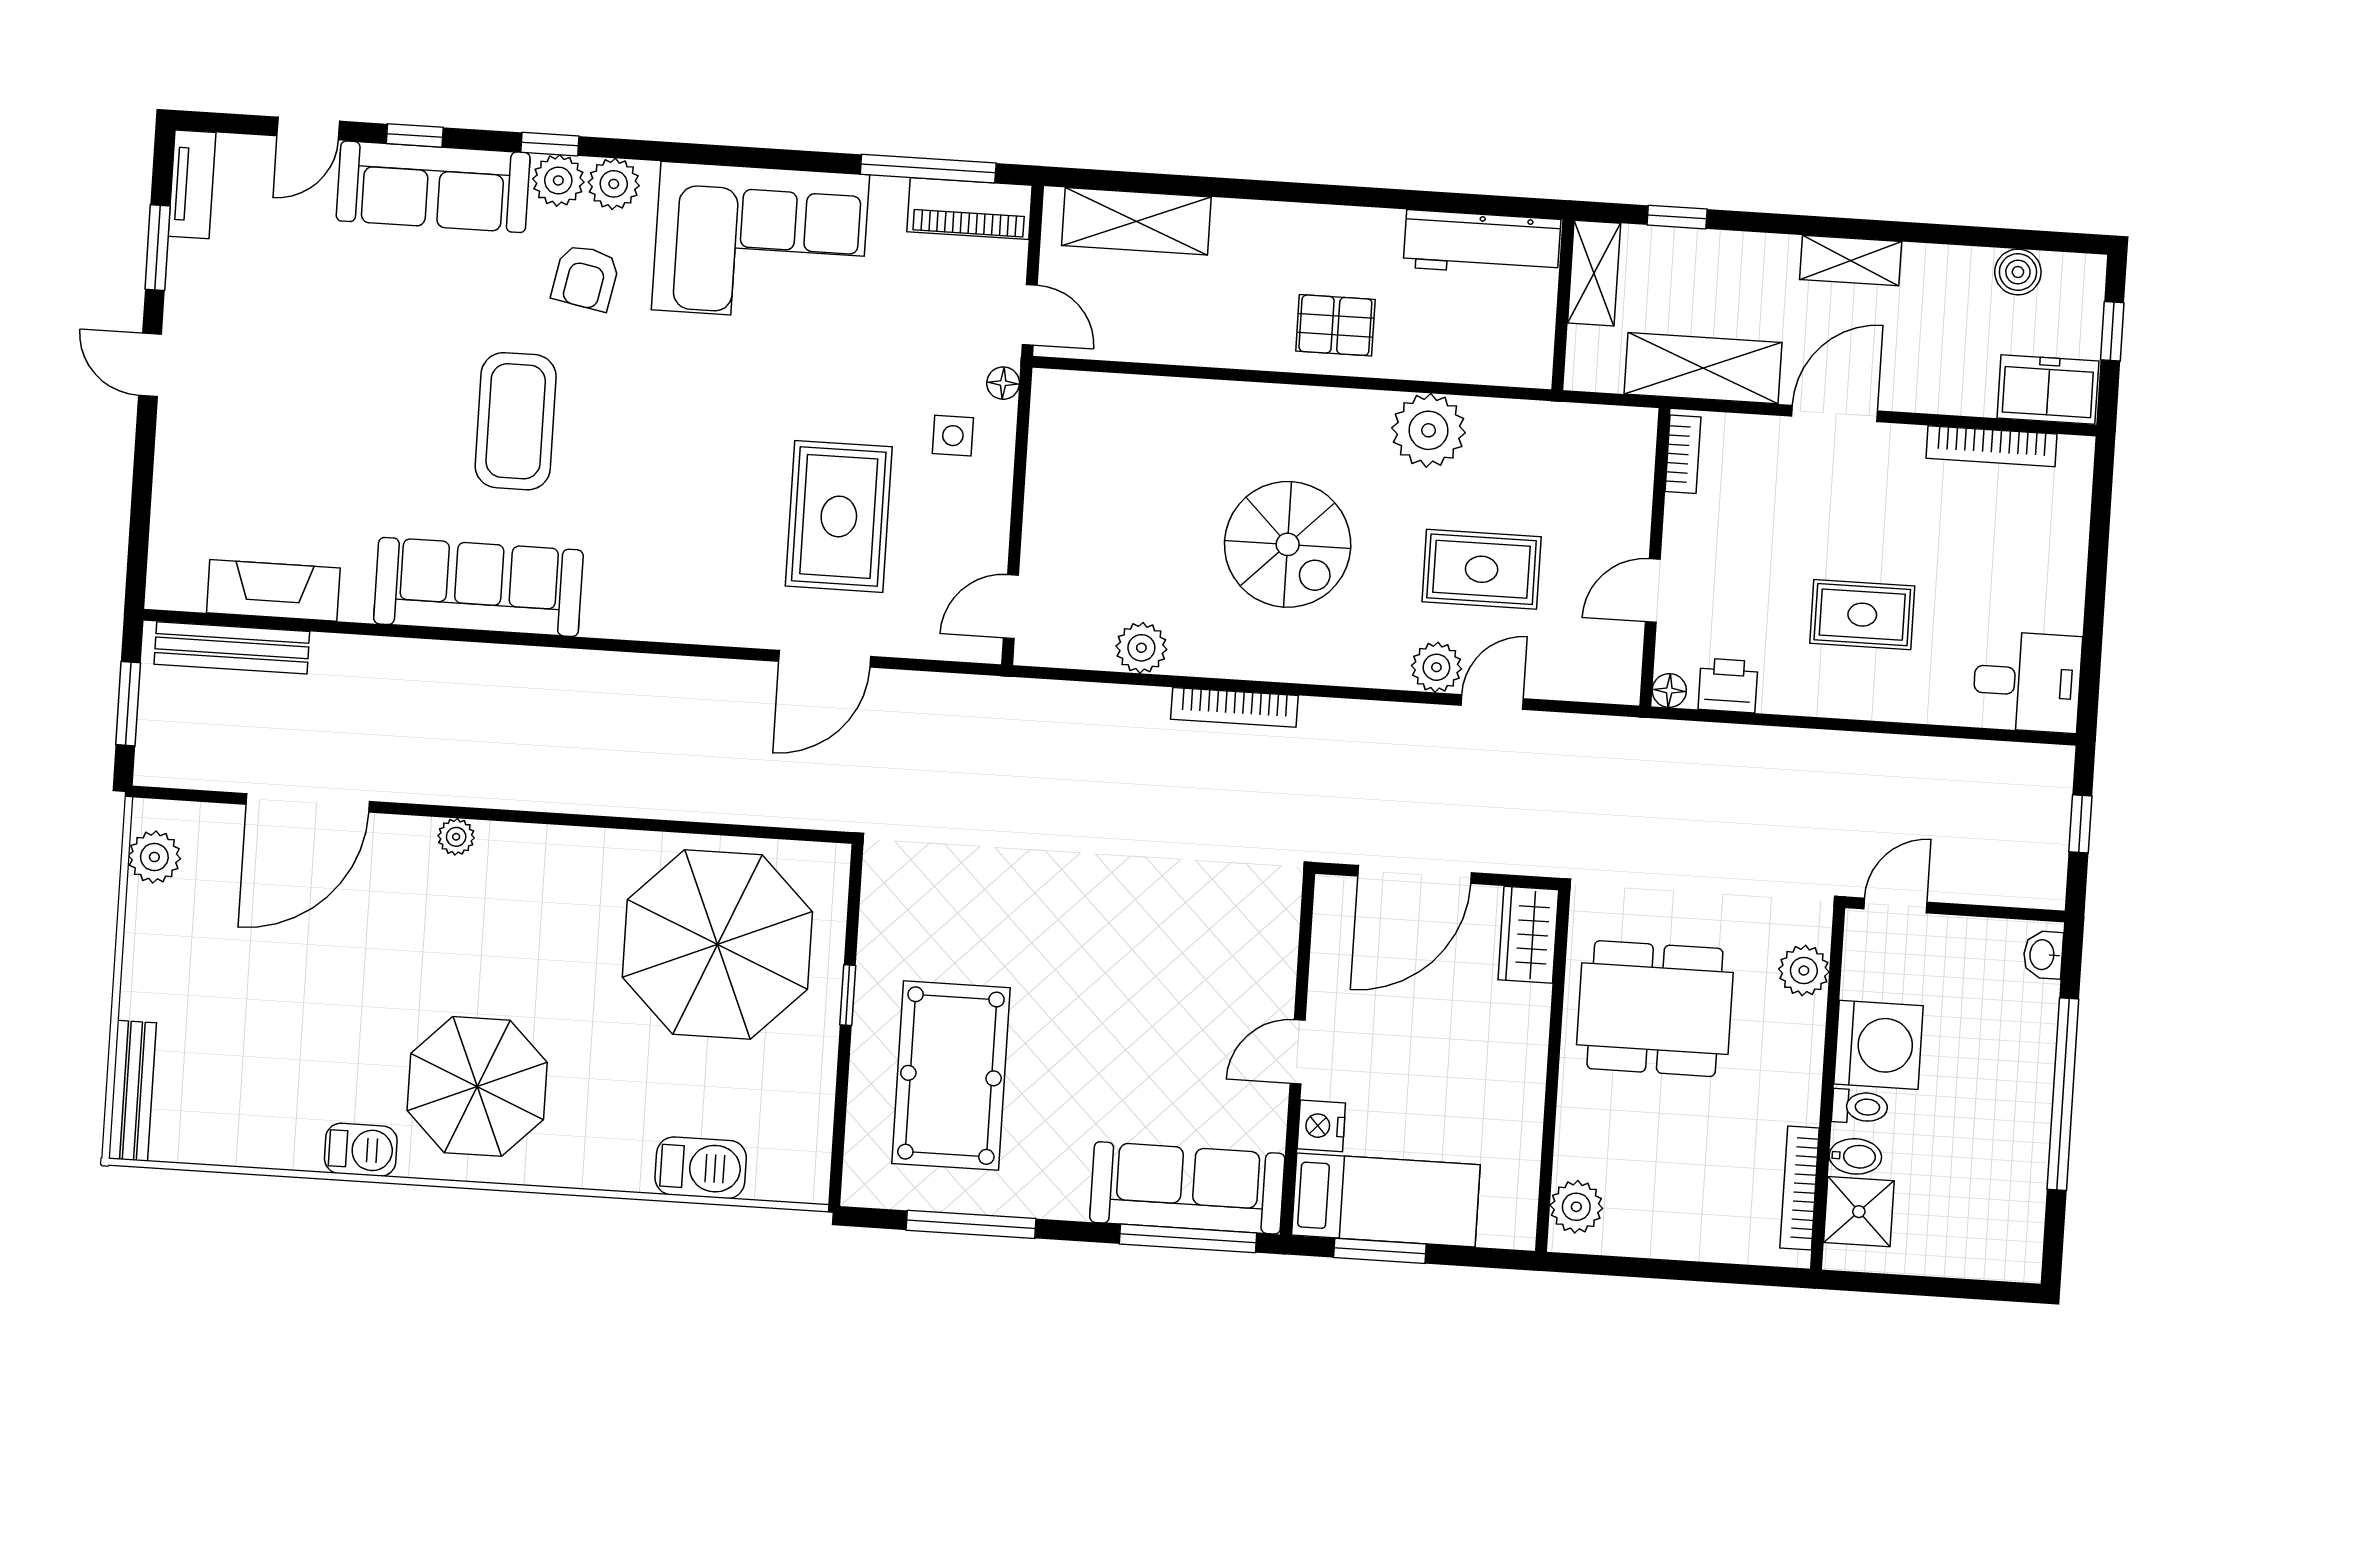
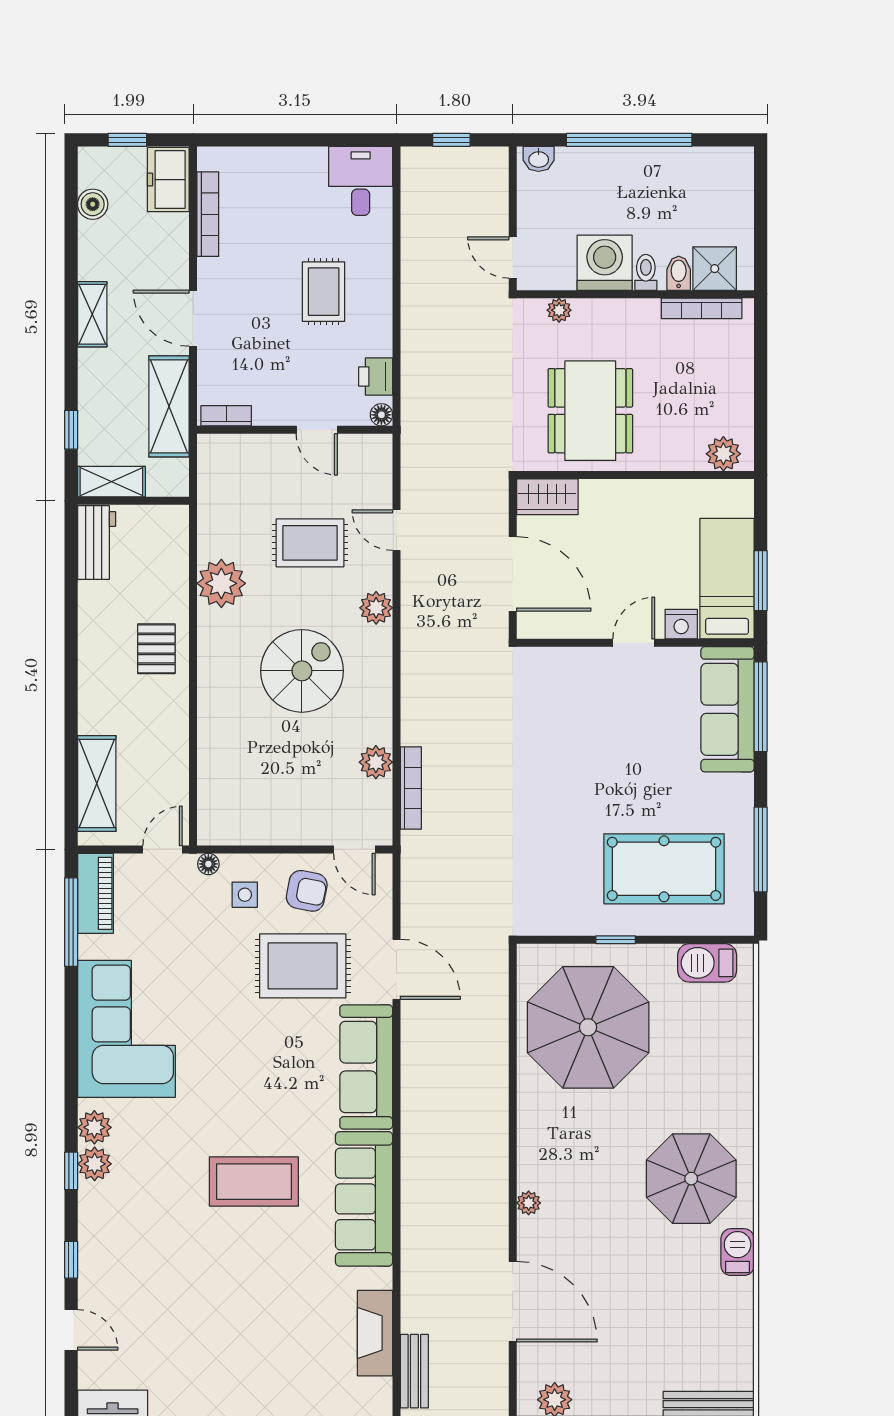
sofa: (433, 187) -> (366, 1067), moved, turned 180
workbench: (1482, 243) -> (97, 543), width x0.73
armchair: (586, 277) -> (307, 891), moved
rug: (1482, 569) -> (310, 543), turned 90
bench: (232, 648) -> (414, 1371), width x0.73
plant: (1436, 667) -> (376, 608), moved
bookcase: (1234, 707) -> (411, 788), moved
plant: (1804, 971) -> (559, 310), width x0.73, depth x0.73
door: (1298, 1052) -> (634, 643), swing flipped
barbecue: (701, 1168) -> (707, 963), moved, turned -90

